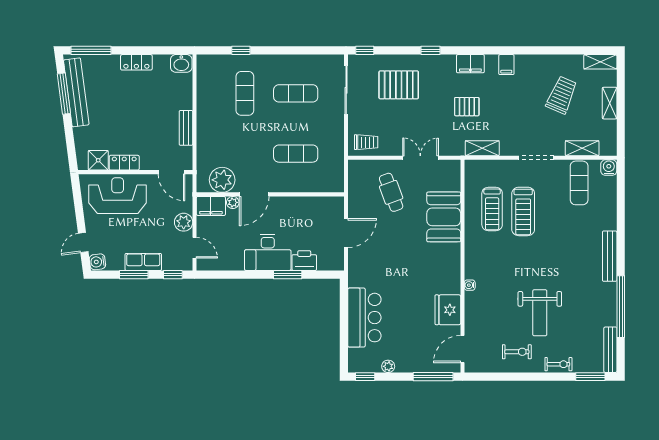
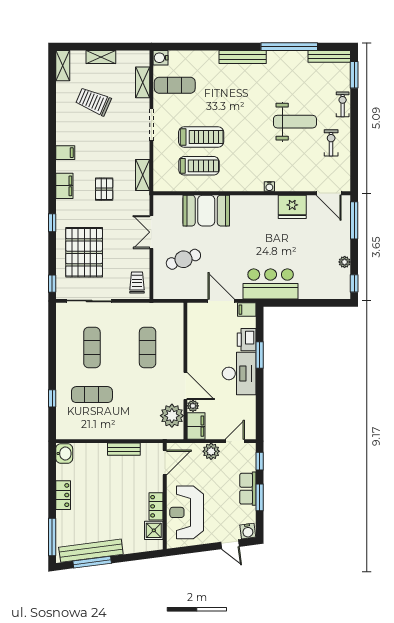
pallet: (399, 85) -> (84, 252), width x1.37, depth x1.41
filing cabinet: (337, 261) -> (247, 310), added
bar counter: (364, 318) -> (271, 284), moved

